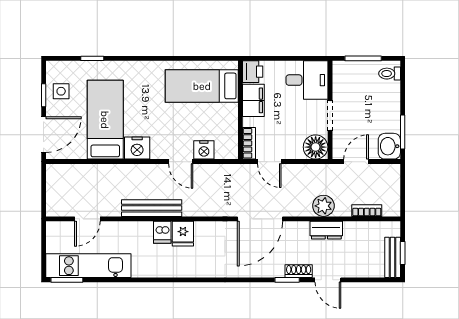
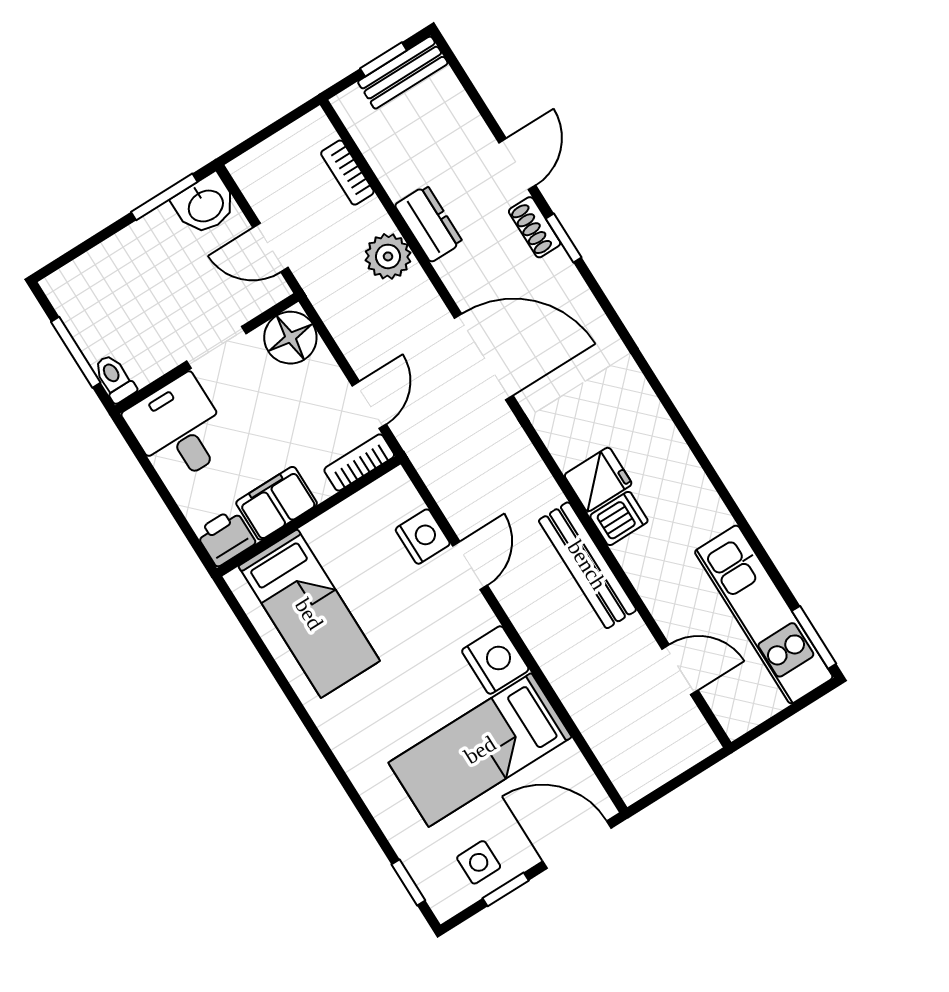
window: (92, 58) -> (408, 882), moved
toilet: (390, 74) -> (115, 378), moved, turned 180

